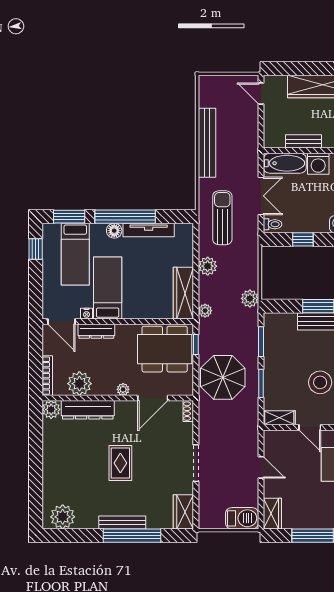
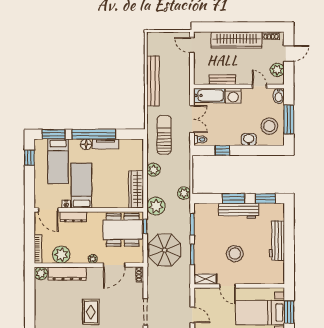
tv unit: (149, 230) -> (106, 144), width x0.71
plant: (205, 311) -> (156, 206), width x1.88, depth x1.88

